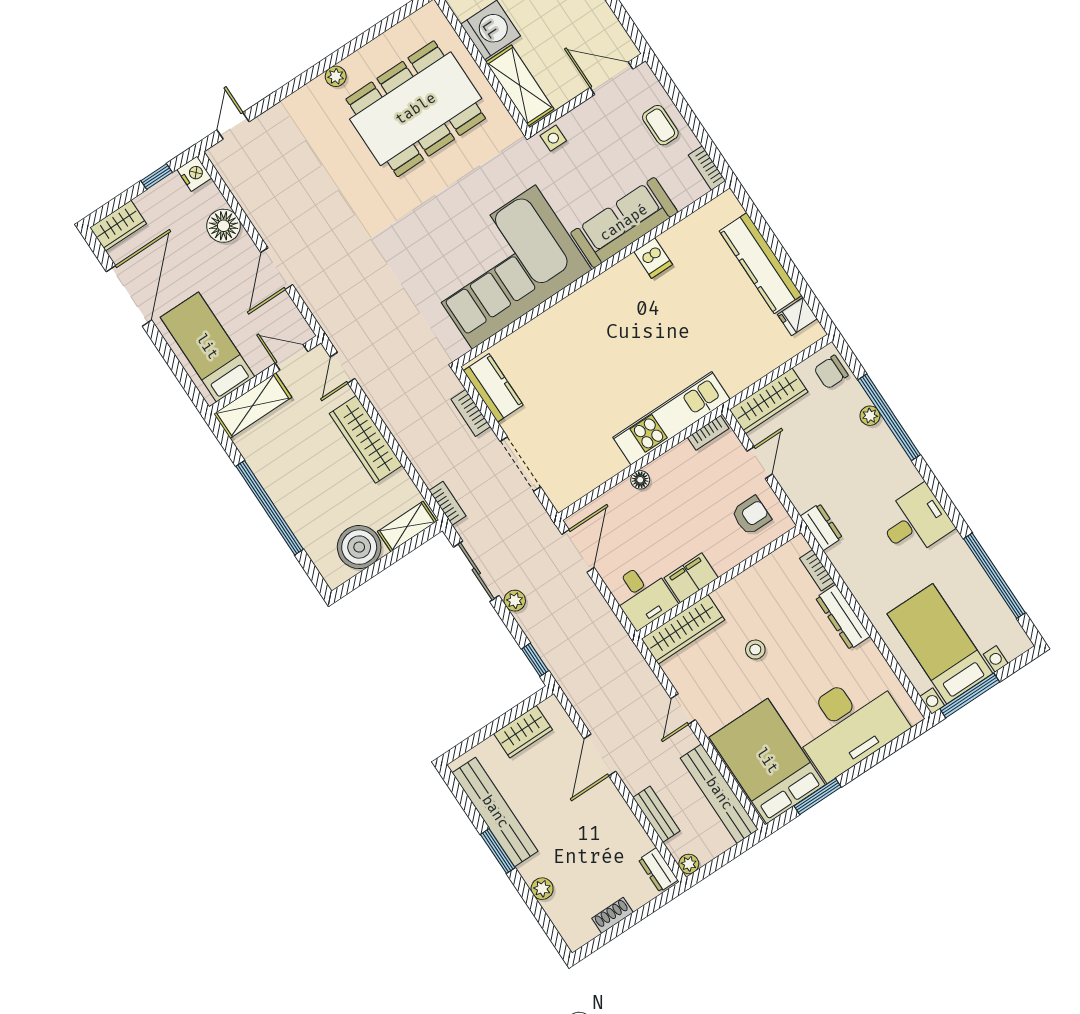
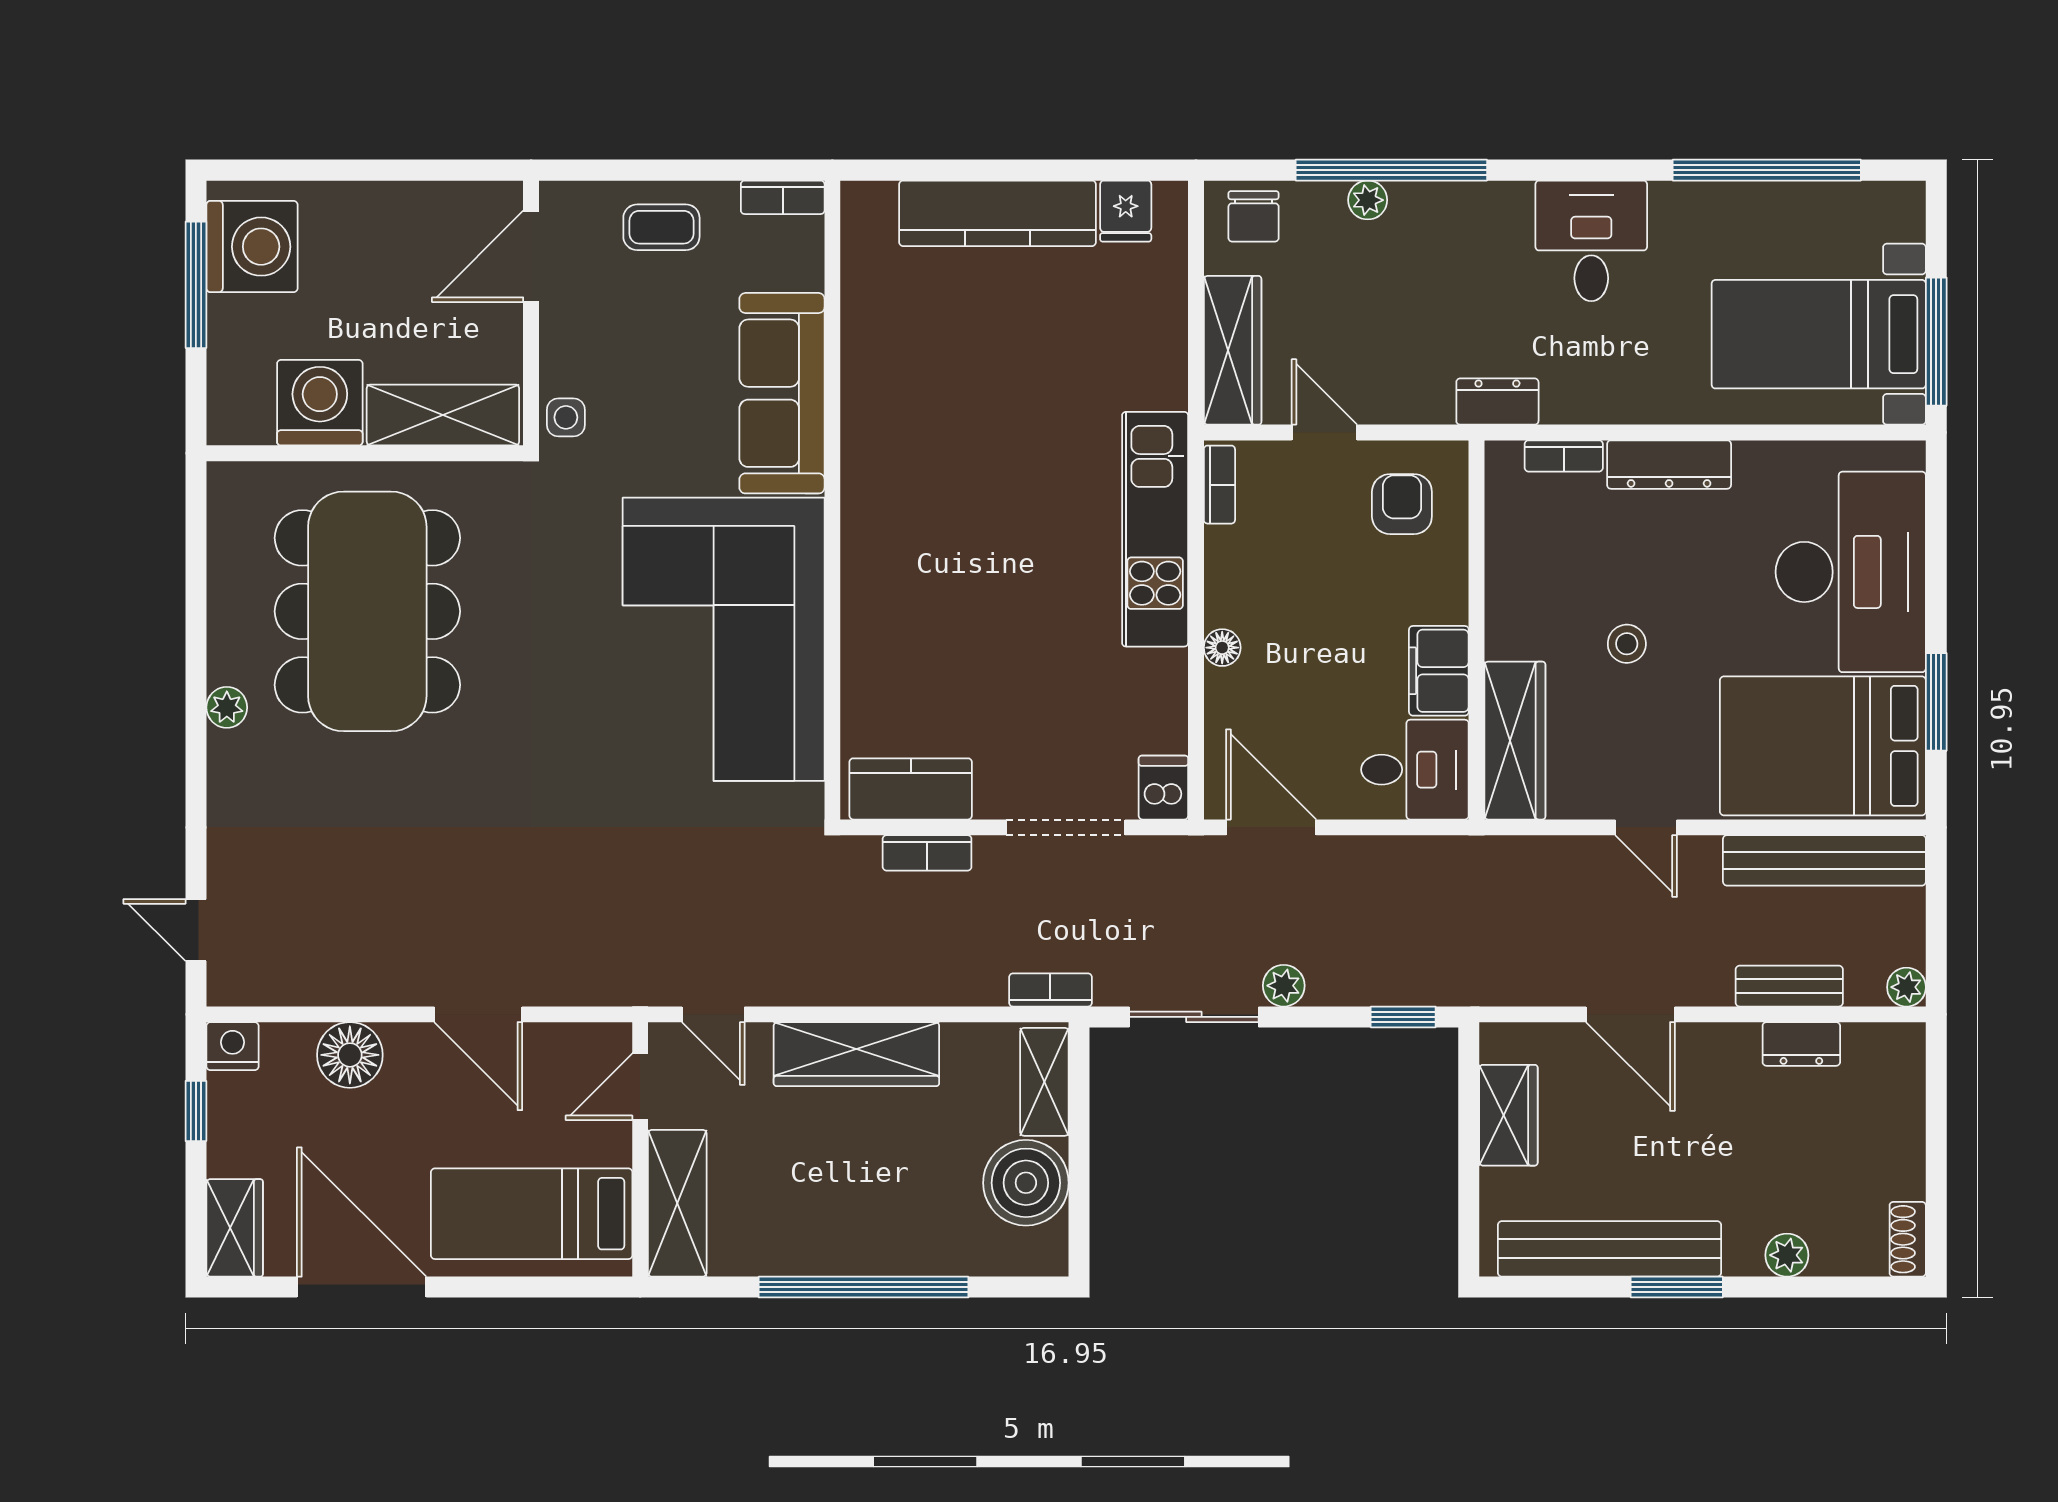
dishwasher: (653, 258) -> (1163, 788), moved, turned -90
dresser: (658, 870) -> (1801, 1044), moved
shoe rack: (613, 915) -> (1908, 1239), moved

